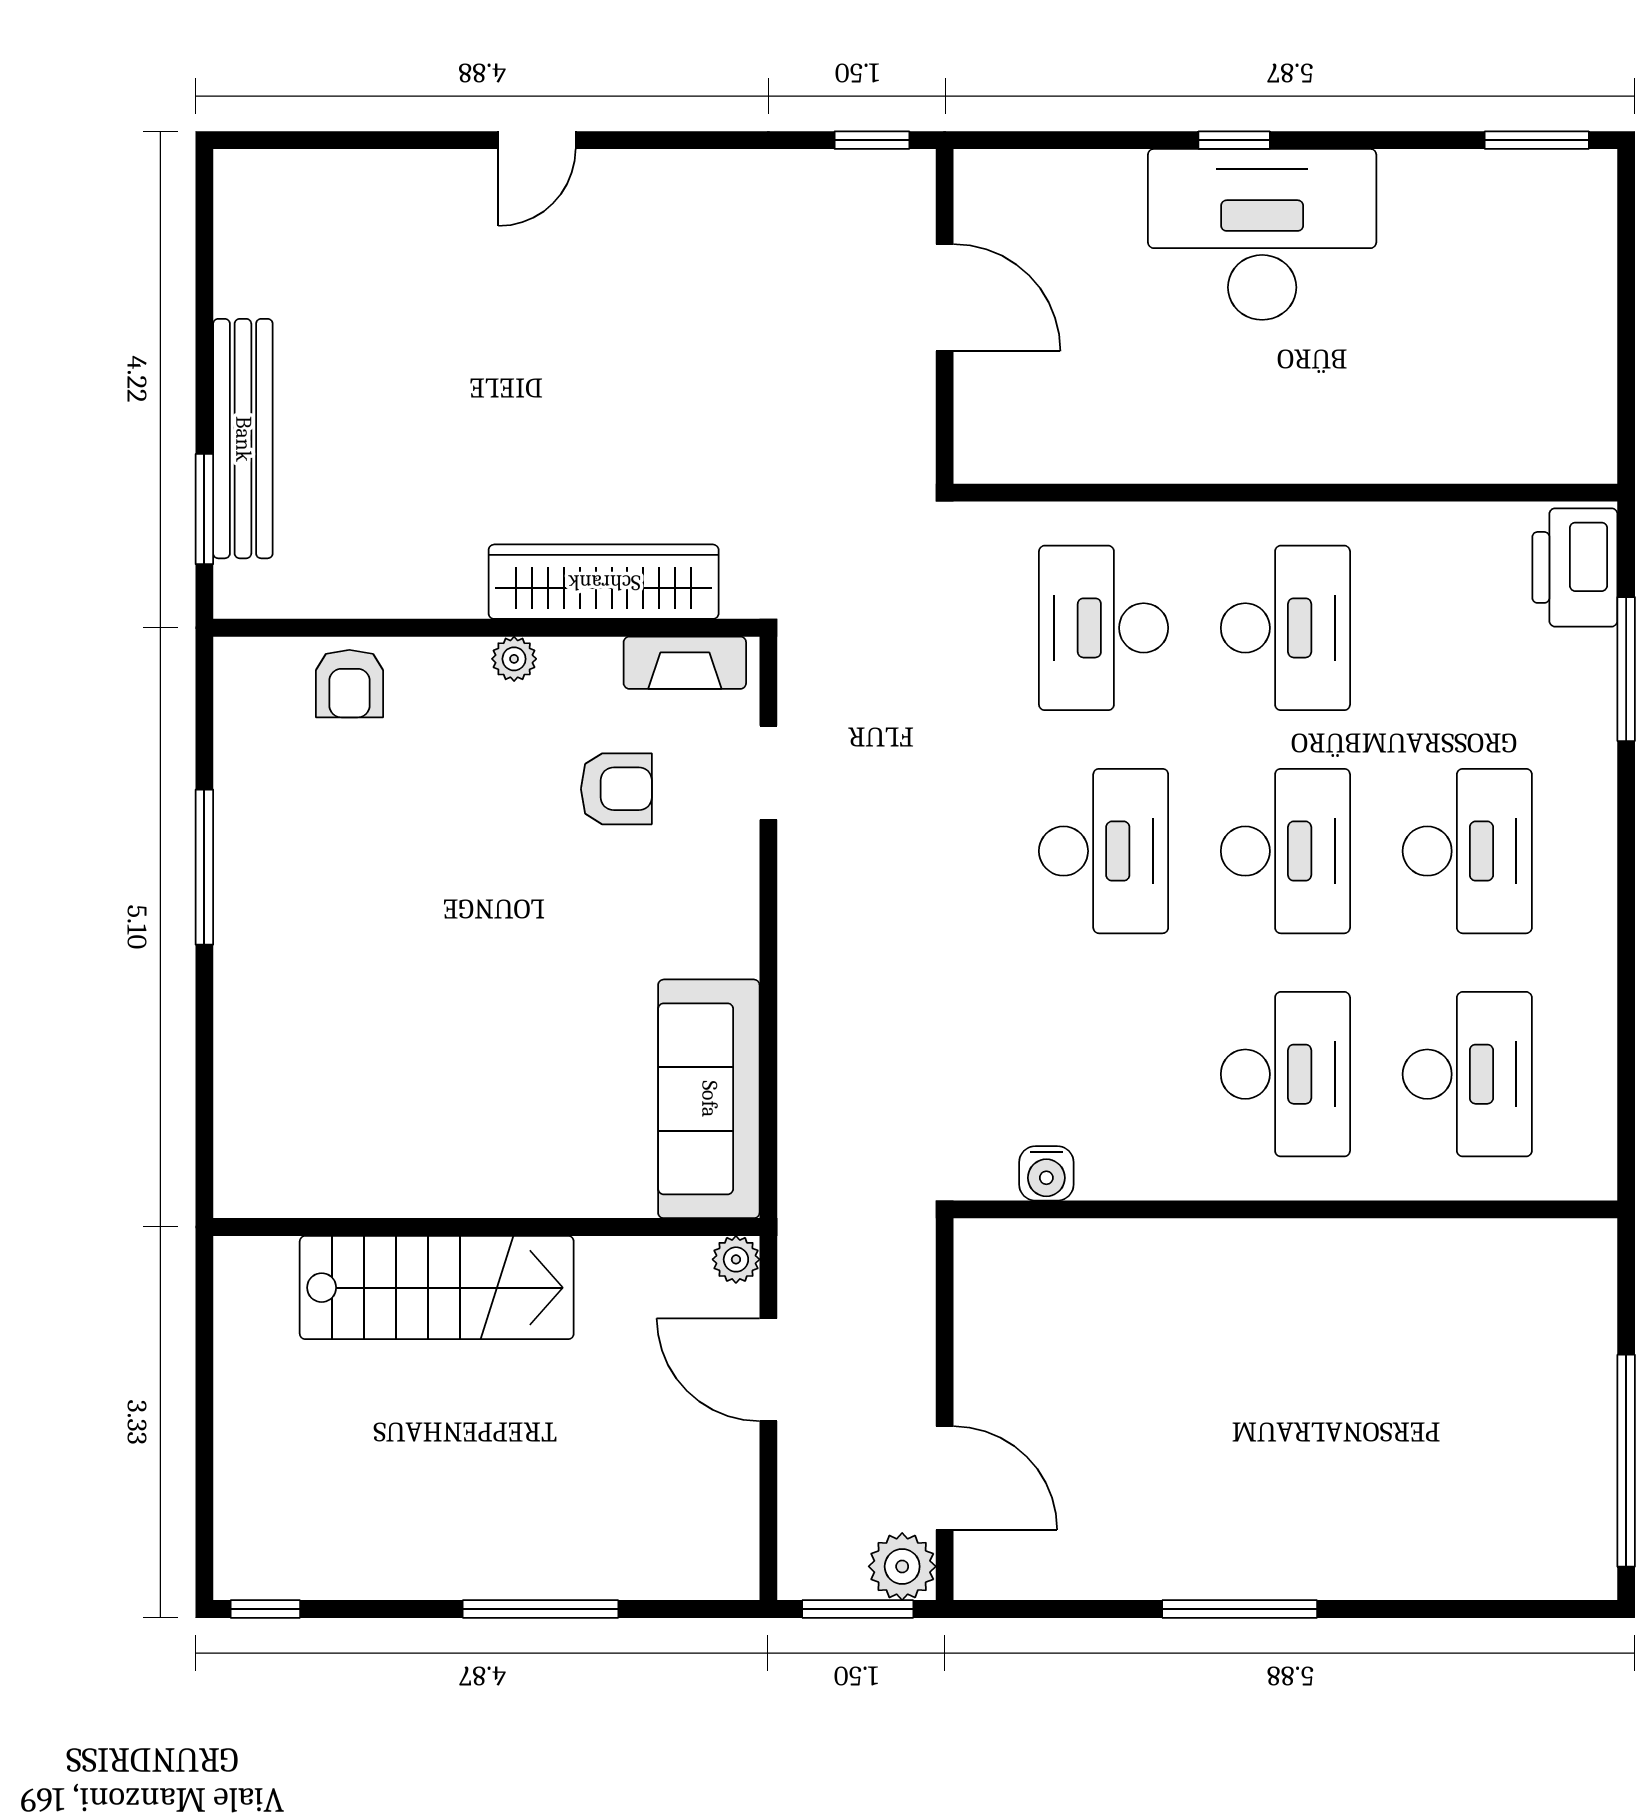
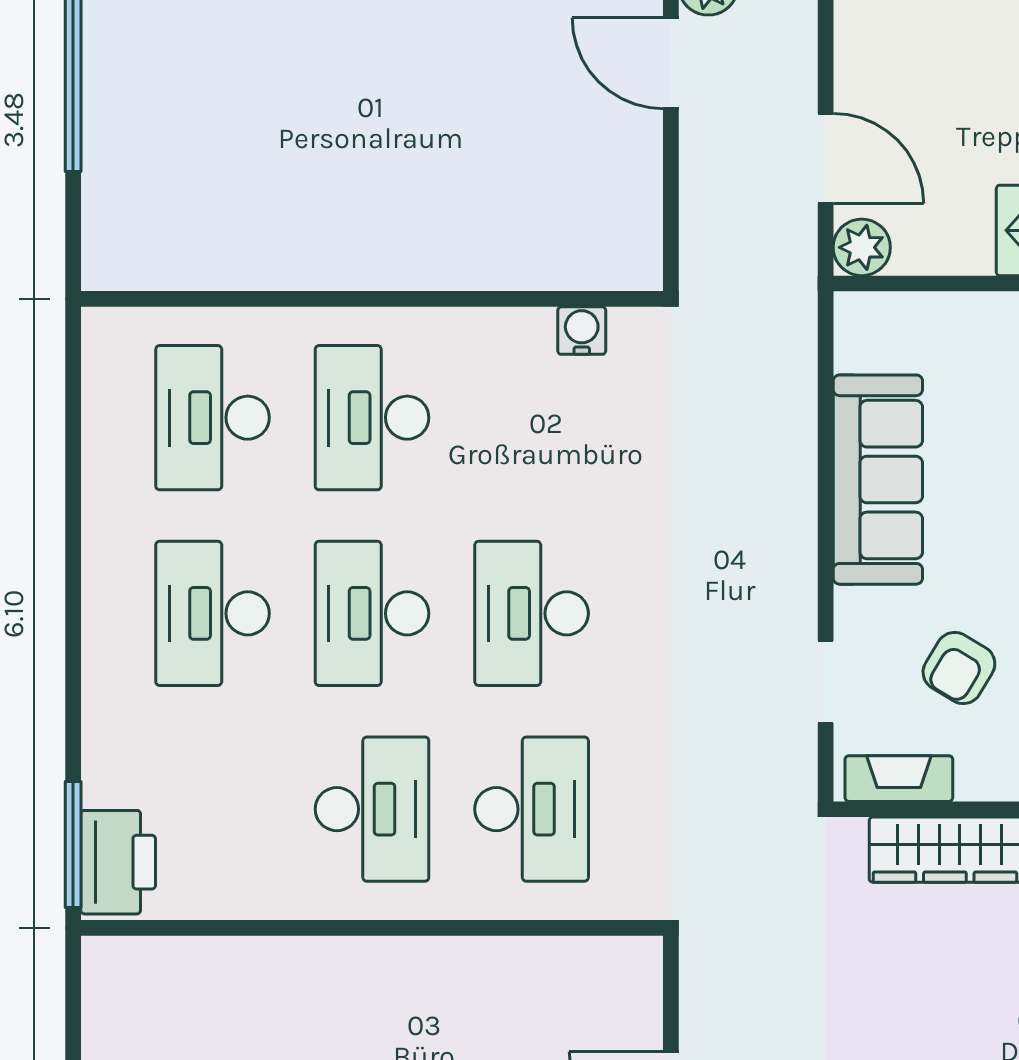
desk: (1285, 628) -> (372, 809), turned 180
window: (1626, 669) -> (73, 844), moved
armchair: (616, 789) -> (959, 668), turned -59
sofa: (709, 1099) -> (878, 480), moved
plant: (736, 1259) -> (862, 247), width x1.38, depth x1.38

